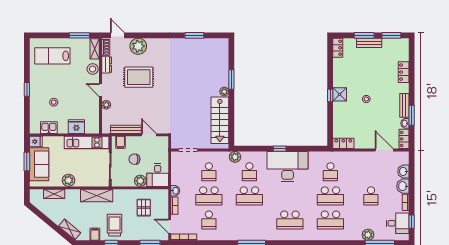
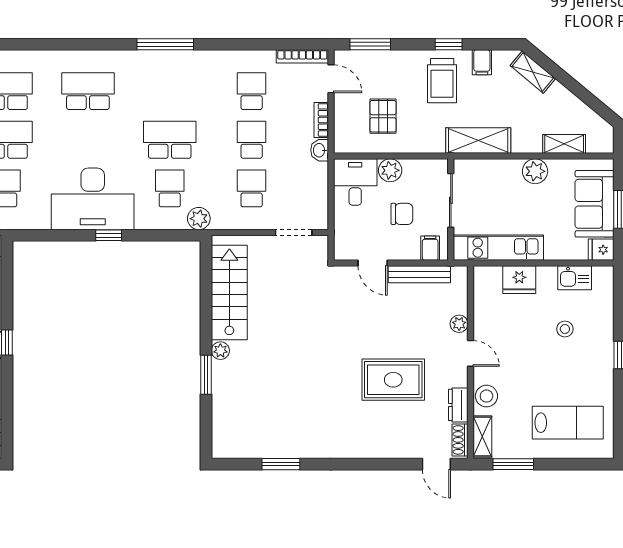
plant: (138, 46) -> (394, 442), removed
school desk: (209, 196) -> (252, 140), width x0.54

